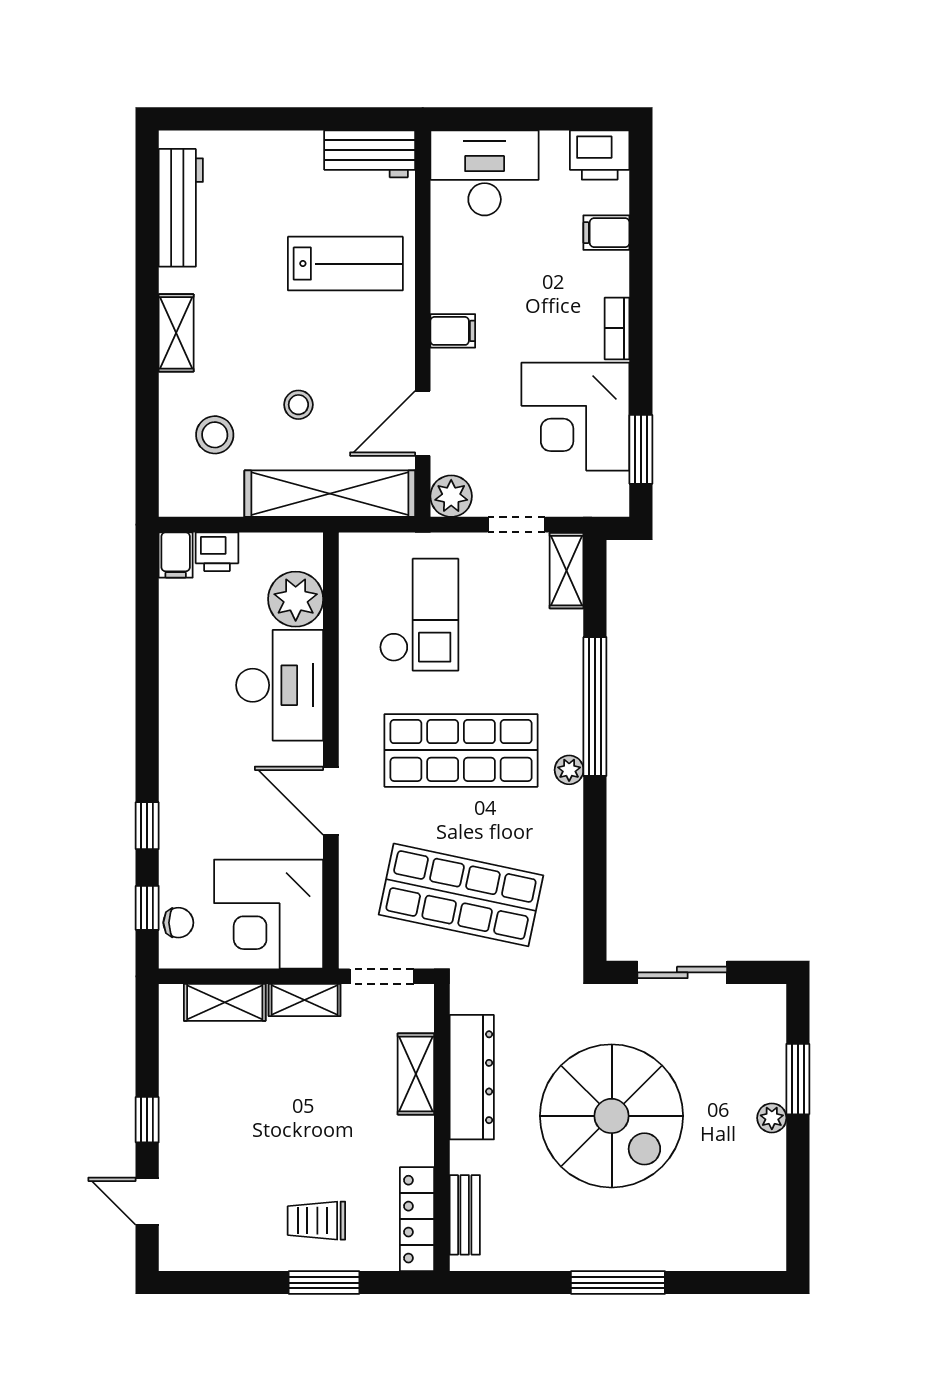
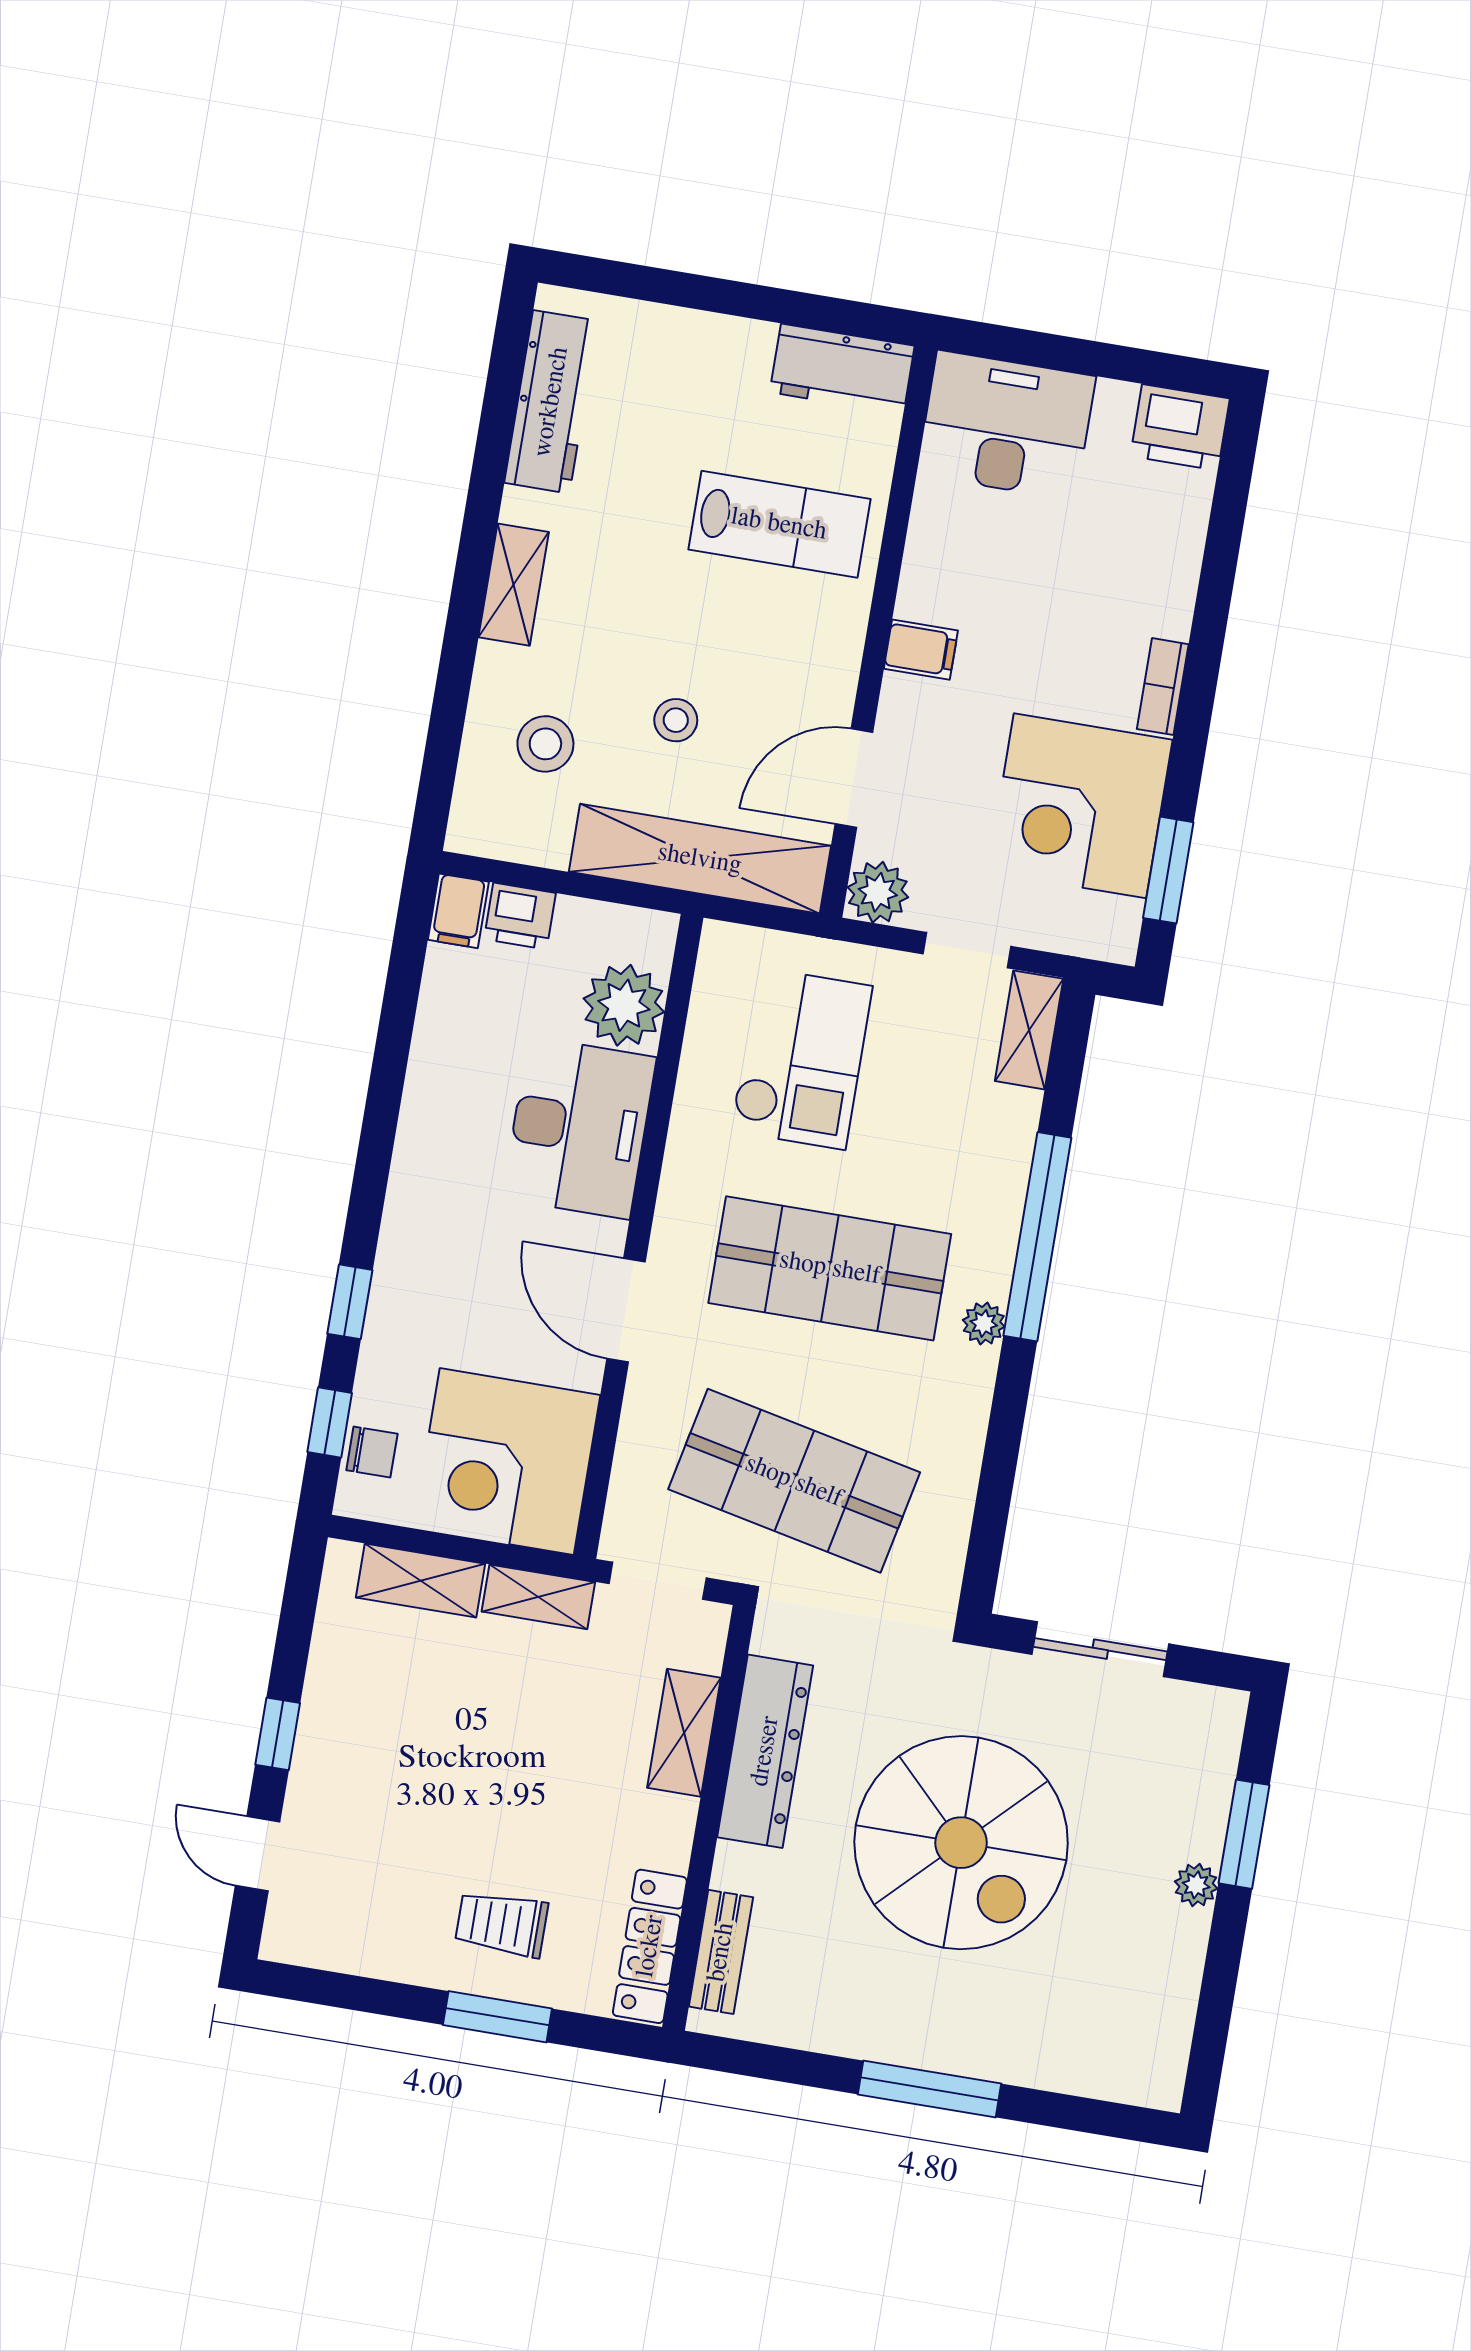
filing cabinet: (606, 233) -> (1171, 543), removed

